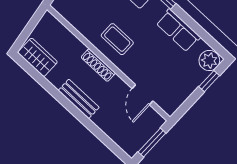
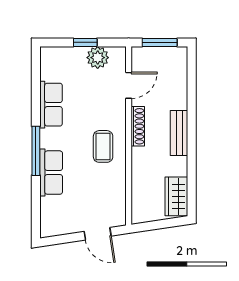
plant: (209, 61) -> (98, 58), moved
shoe rack: (98, 65) -> (138, 126), moved
window: (209, 81) -> (85, 42), moved

